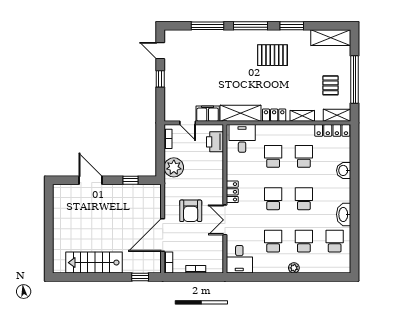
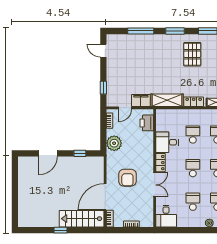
window: (251, 26) -> (175, 31), width x0.69
pallet: (272, 55) -> (192, 54), turned 90
window: (160, 79) -> (103, 88), moved
door: (188, 123) -> (125, 108), hinge flipped
desk: (242, 138) -> (167, 142), moved, turned -90
door: (91, 180) -> (48, 153), swing flipped
double door: (225, 220) -> (155, 185), swing flipped
stairs: (94, 263) -> (82, 219), moved
window: (140, 277) -> (61, 230), moved

